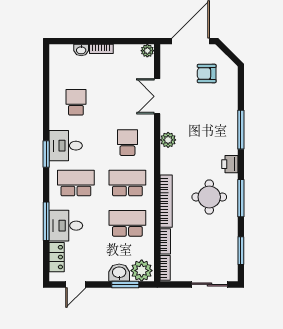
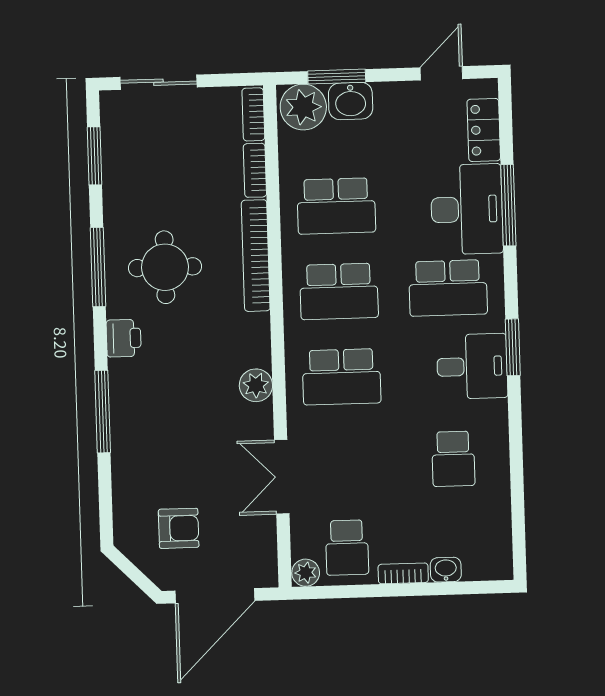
school desk: (127, 62) -> (347, 548), added
double door: (157, 96) -> (282, 477), swing flipped
school desk: (127, 143) -> (342, 377), width x1.85
desk: (66, 226) -> (467, 209), width x1.37

